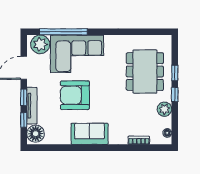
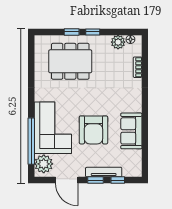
plant: (164, 109) -> (118, 42), moved
floor lamp: (36, 134) -> (131, 168), removed
sofa: (90, 134) -> (131, 131), moved

